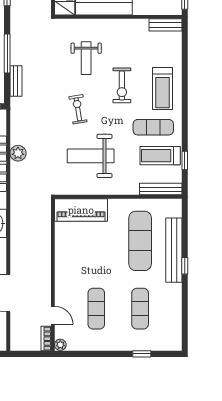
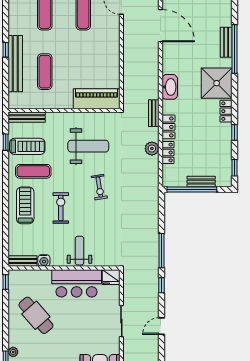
water cooler: (141, 25) -> (44, 261), added
window: (7, 53) -> (161, 251), moved
weight bench: (86, 58) -> (80, 251), moved
bench: (16, 81) -> (154, 113), moved
exercise mat: (140, 241) -> (45, 72), width x0.73, depth x0.69

